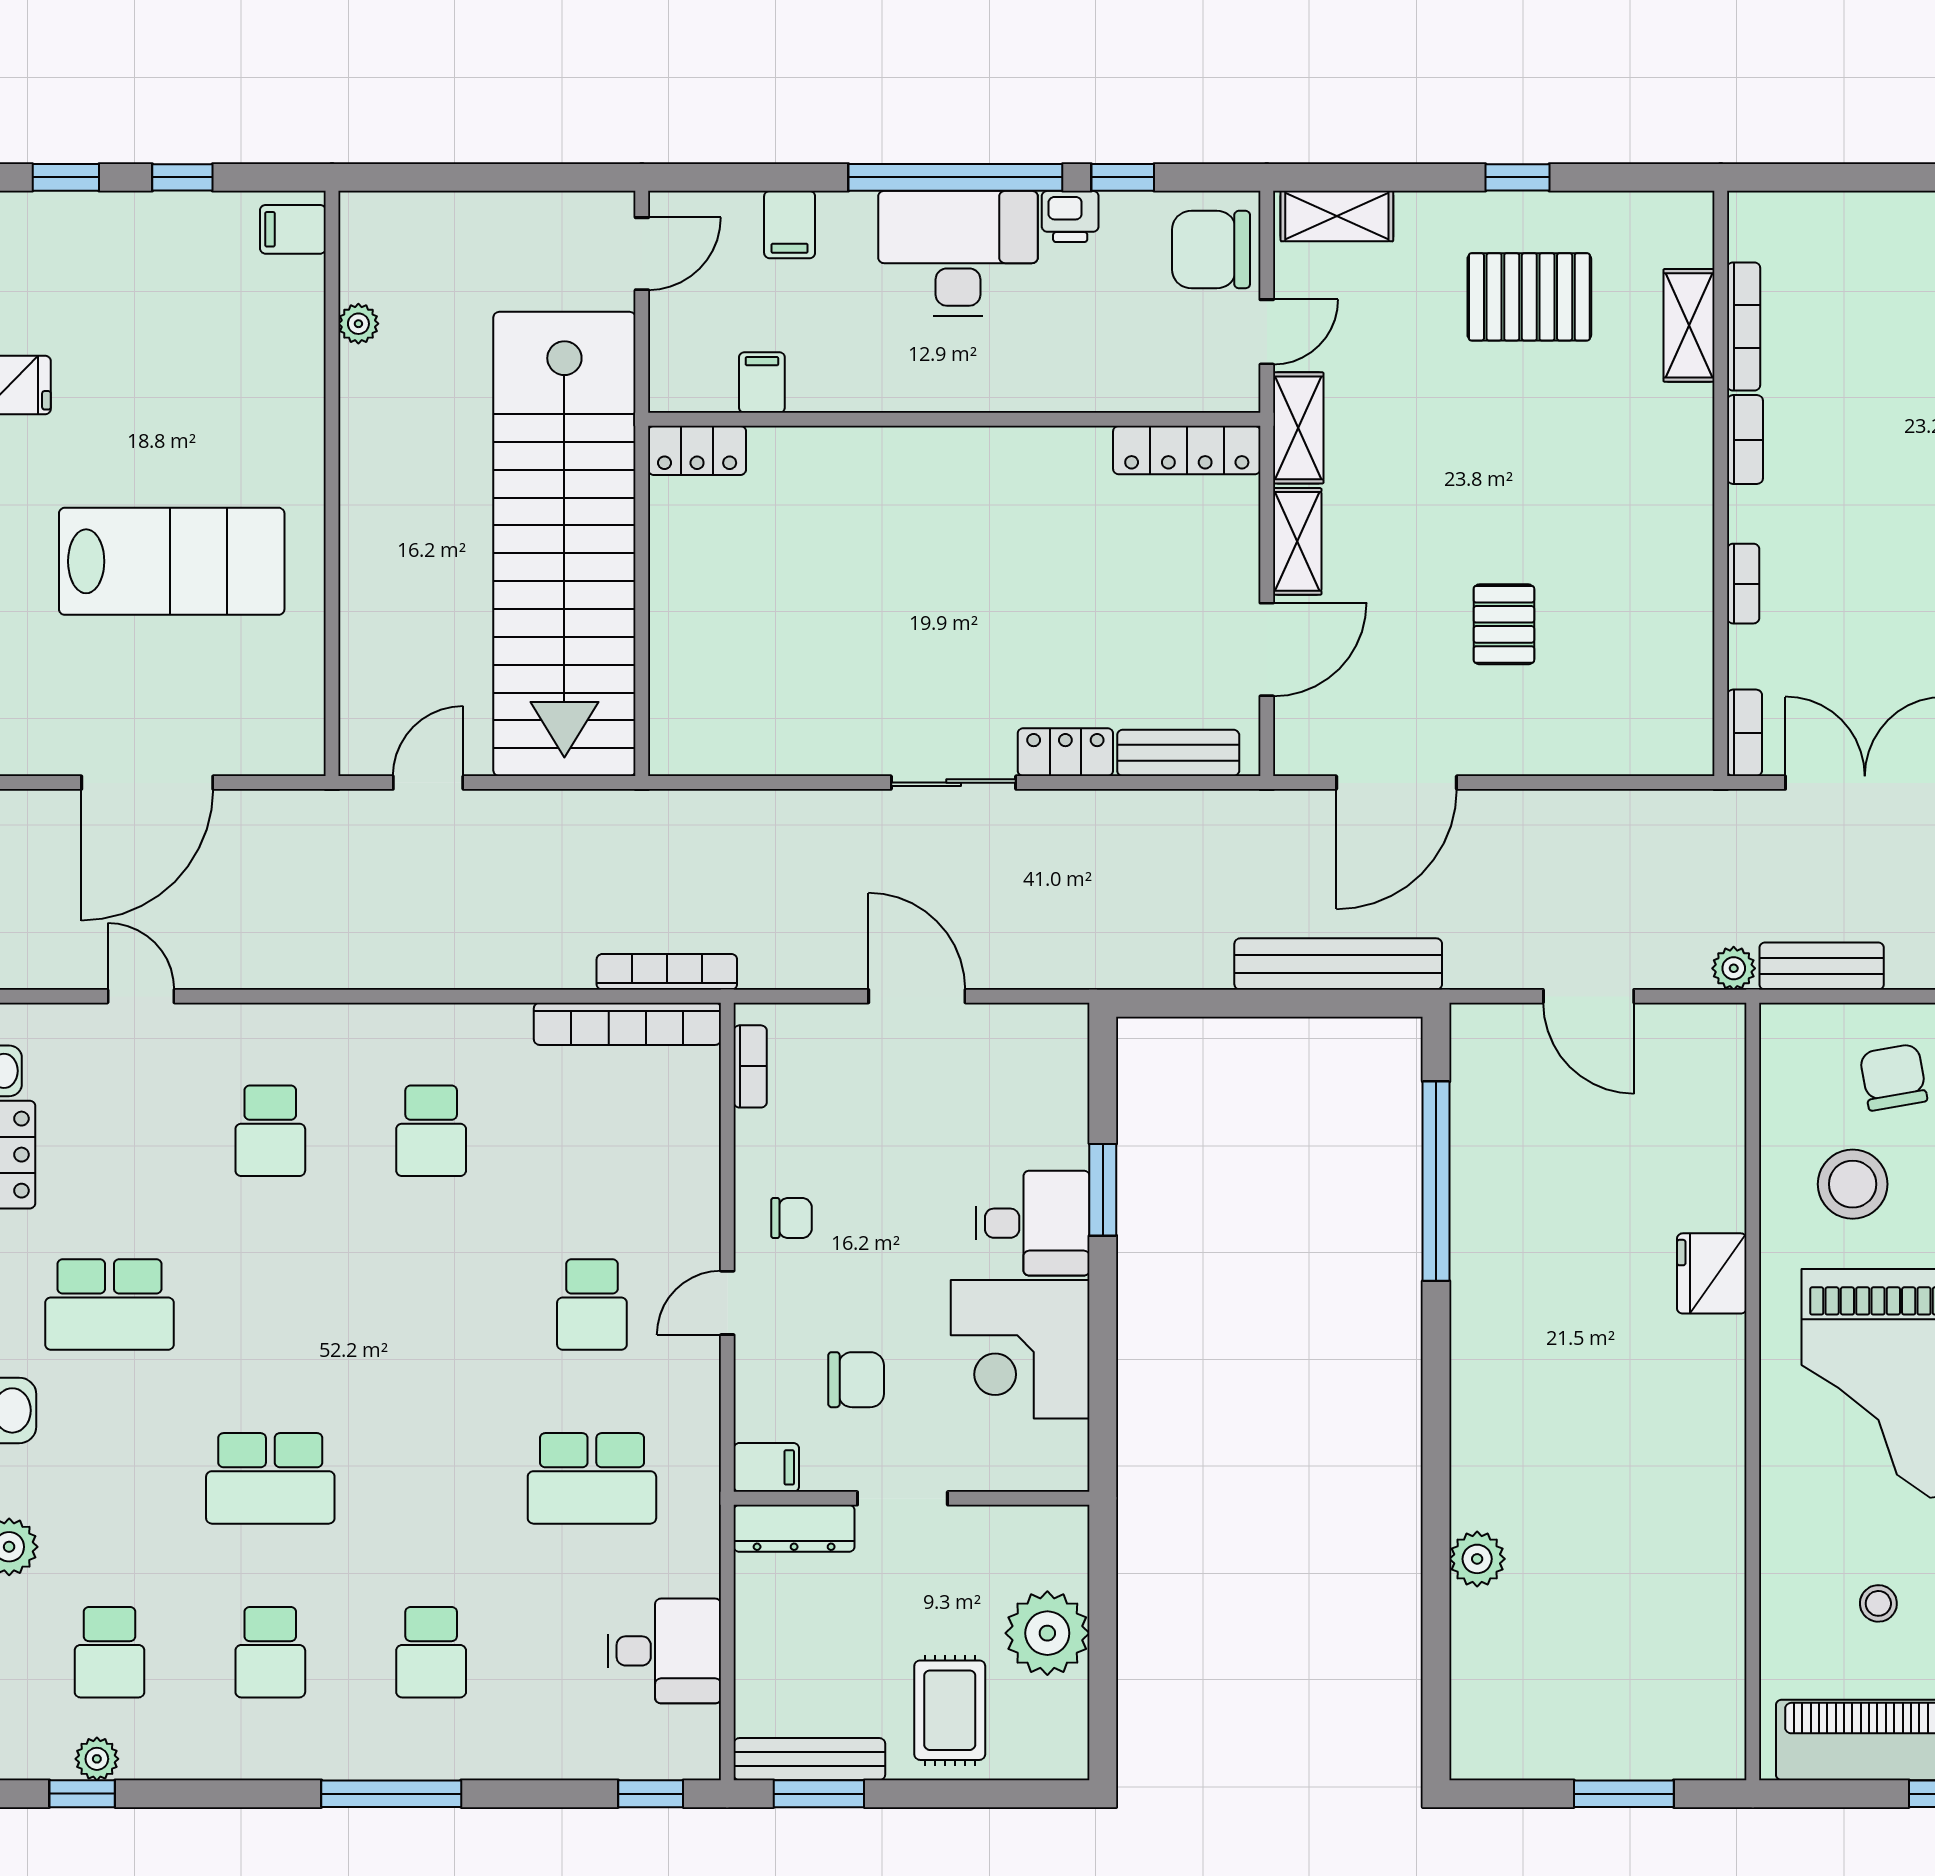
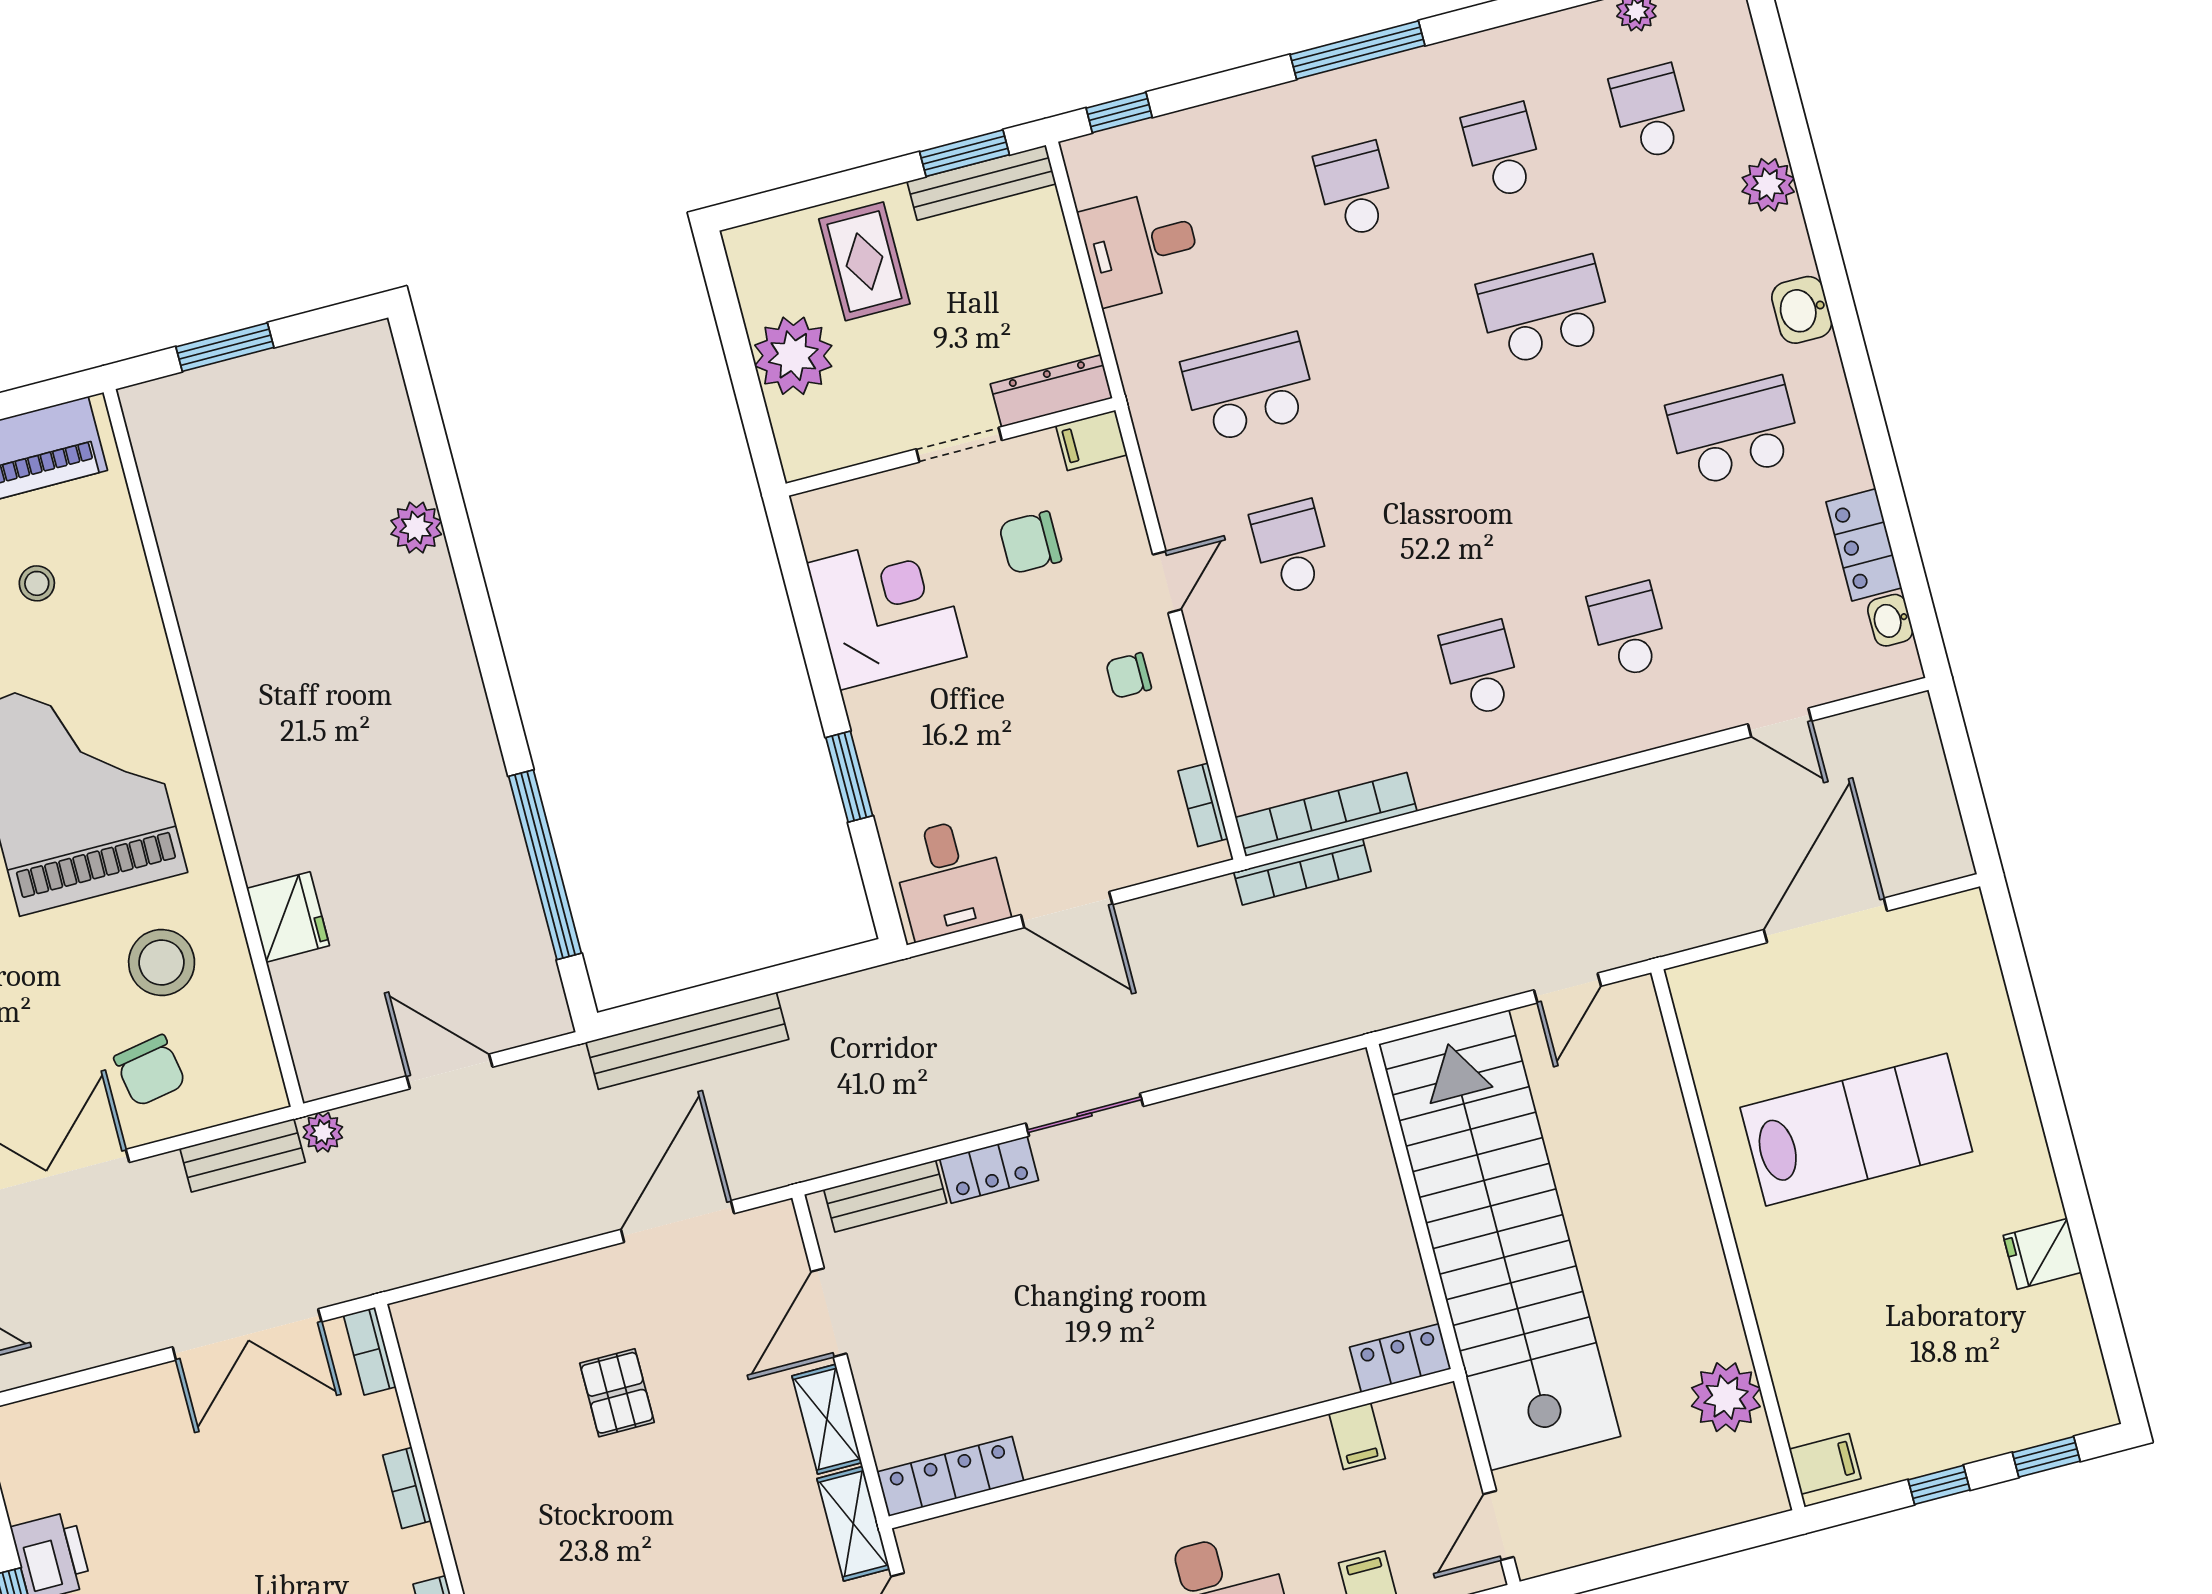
plant: (358, 324) -> (1726, 1397), width x1.87, depth x1.87
lab bench: (172, 561) -> (1856, 1130), turned 180
desk: (1033, 1223) -> (950, 878), moved, turned -90
fridge: (1712, 1273) -> (288, 917), moved

